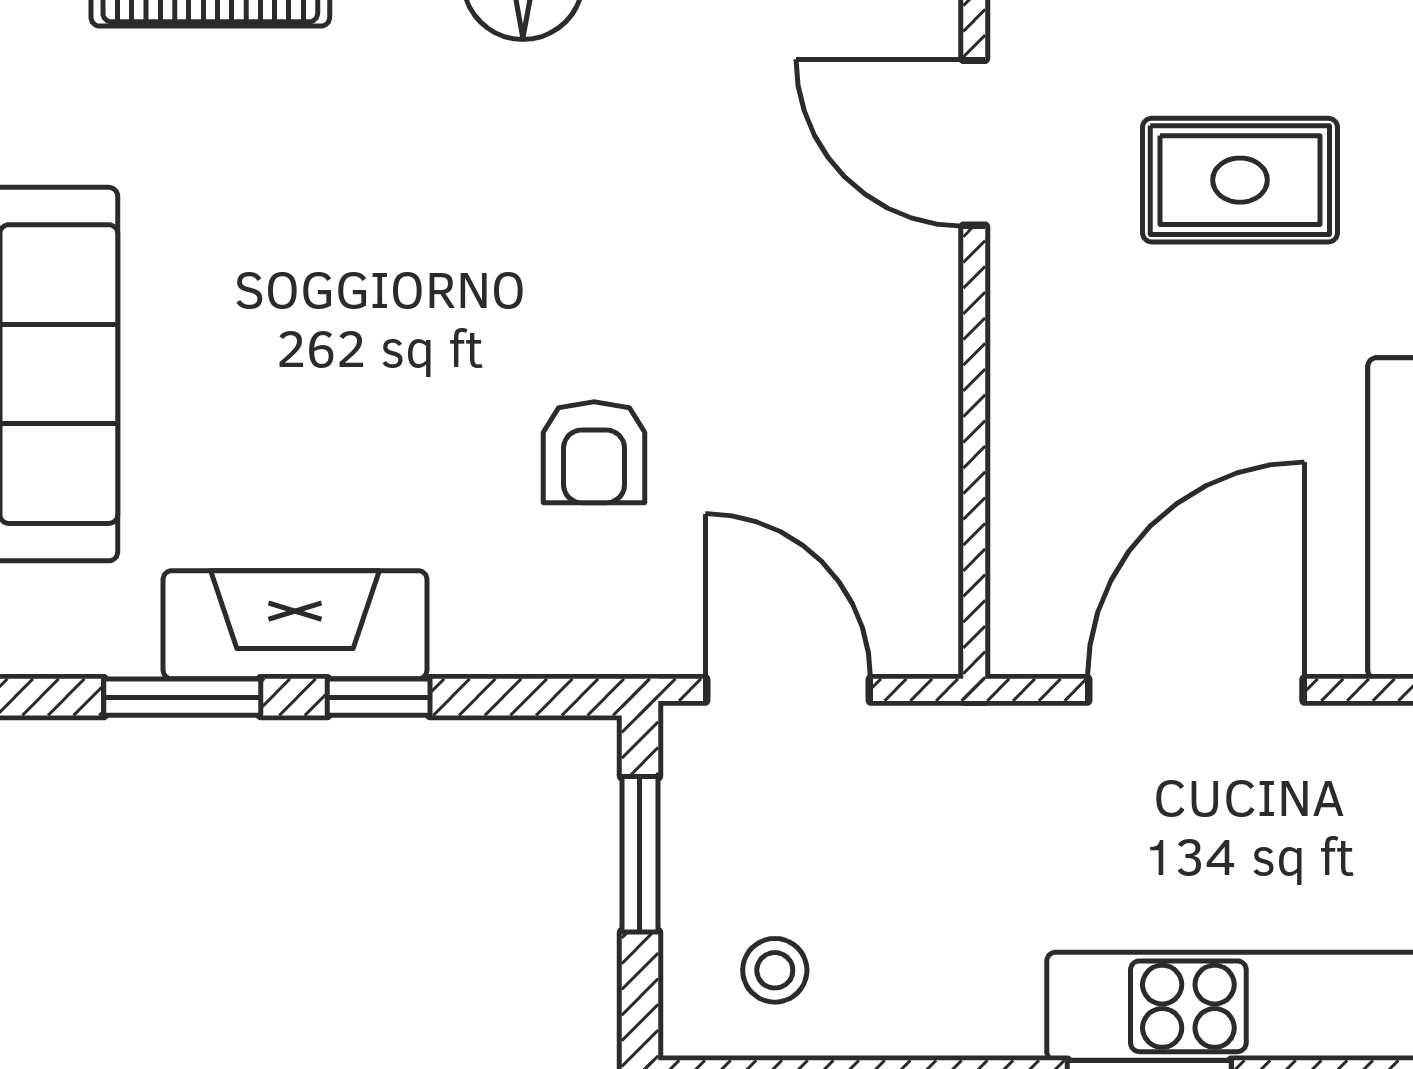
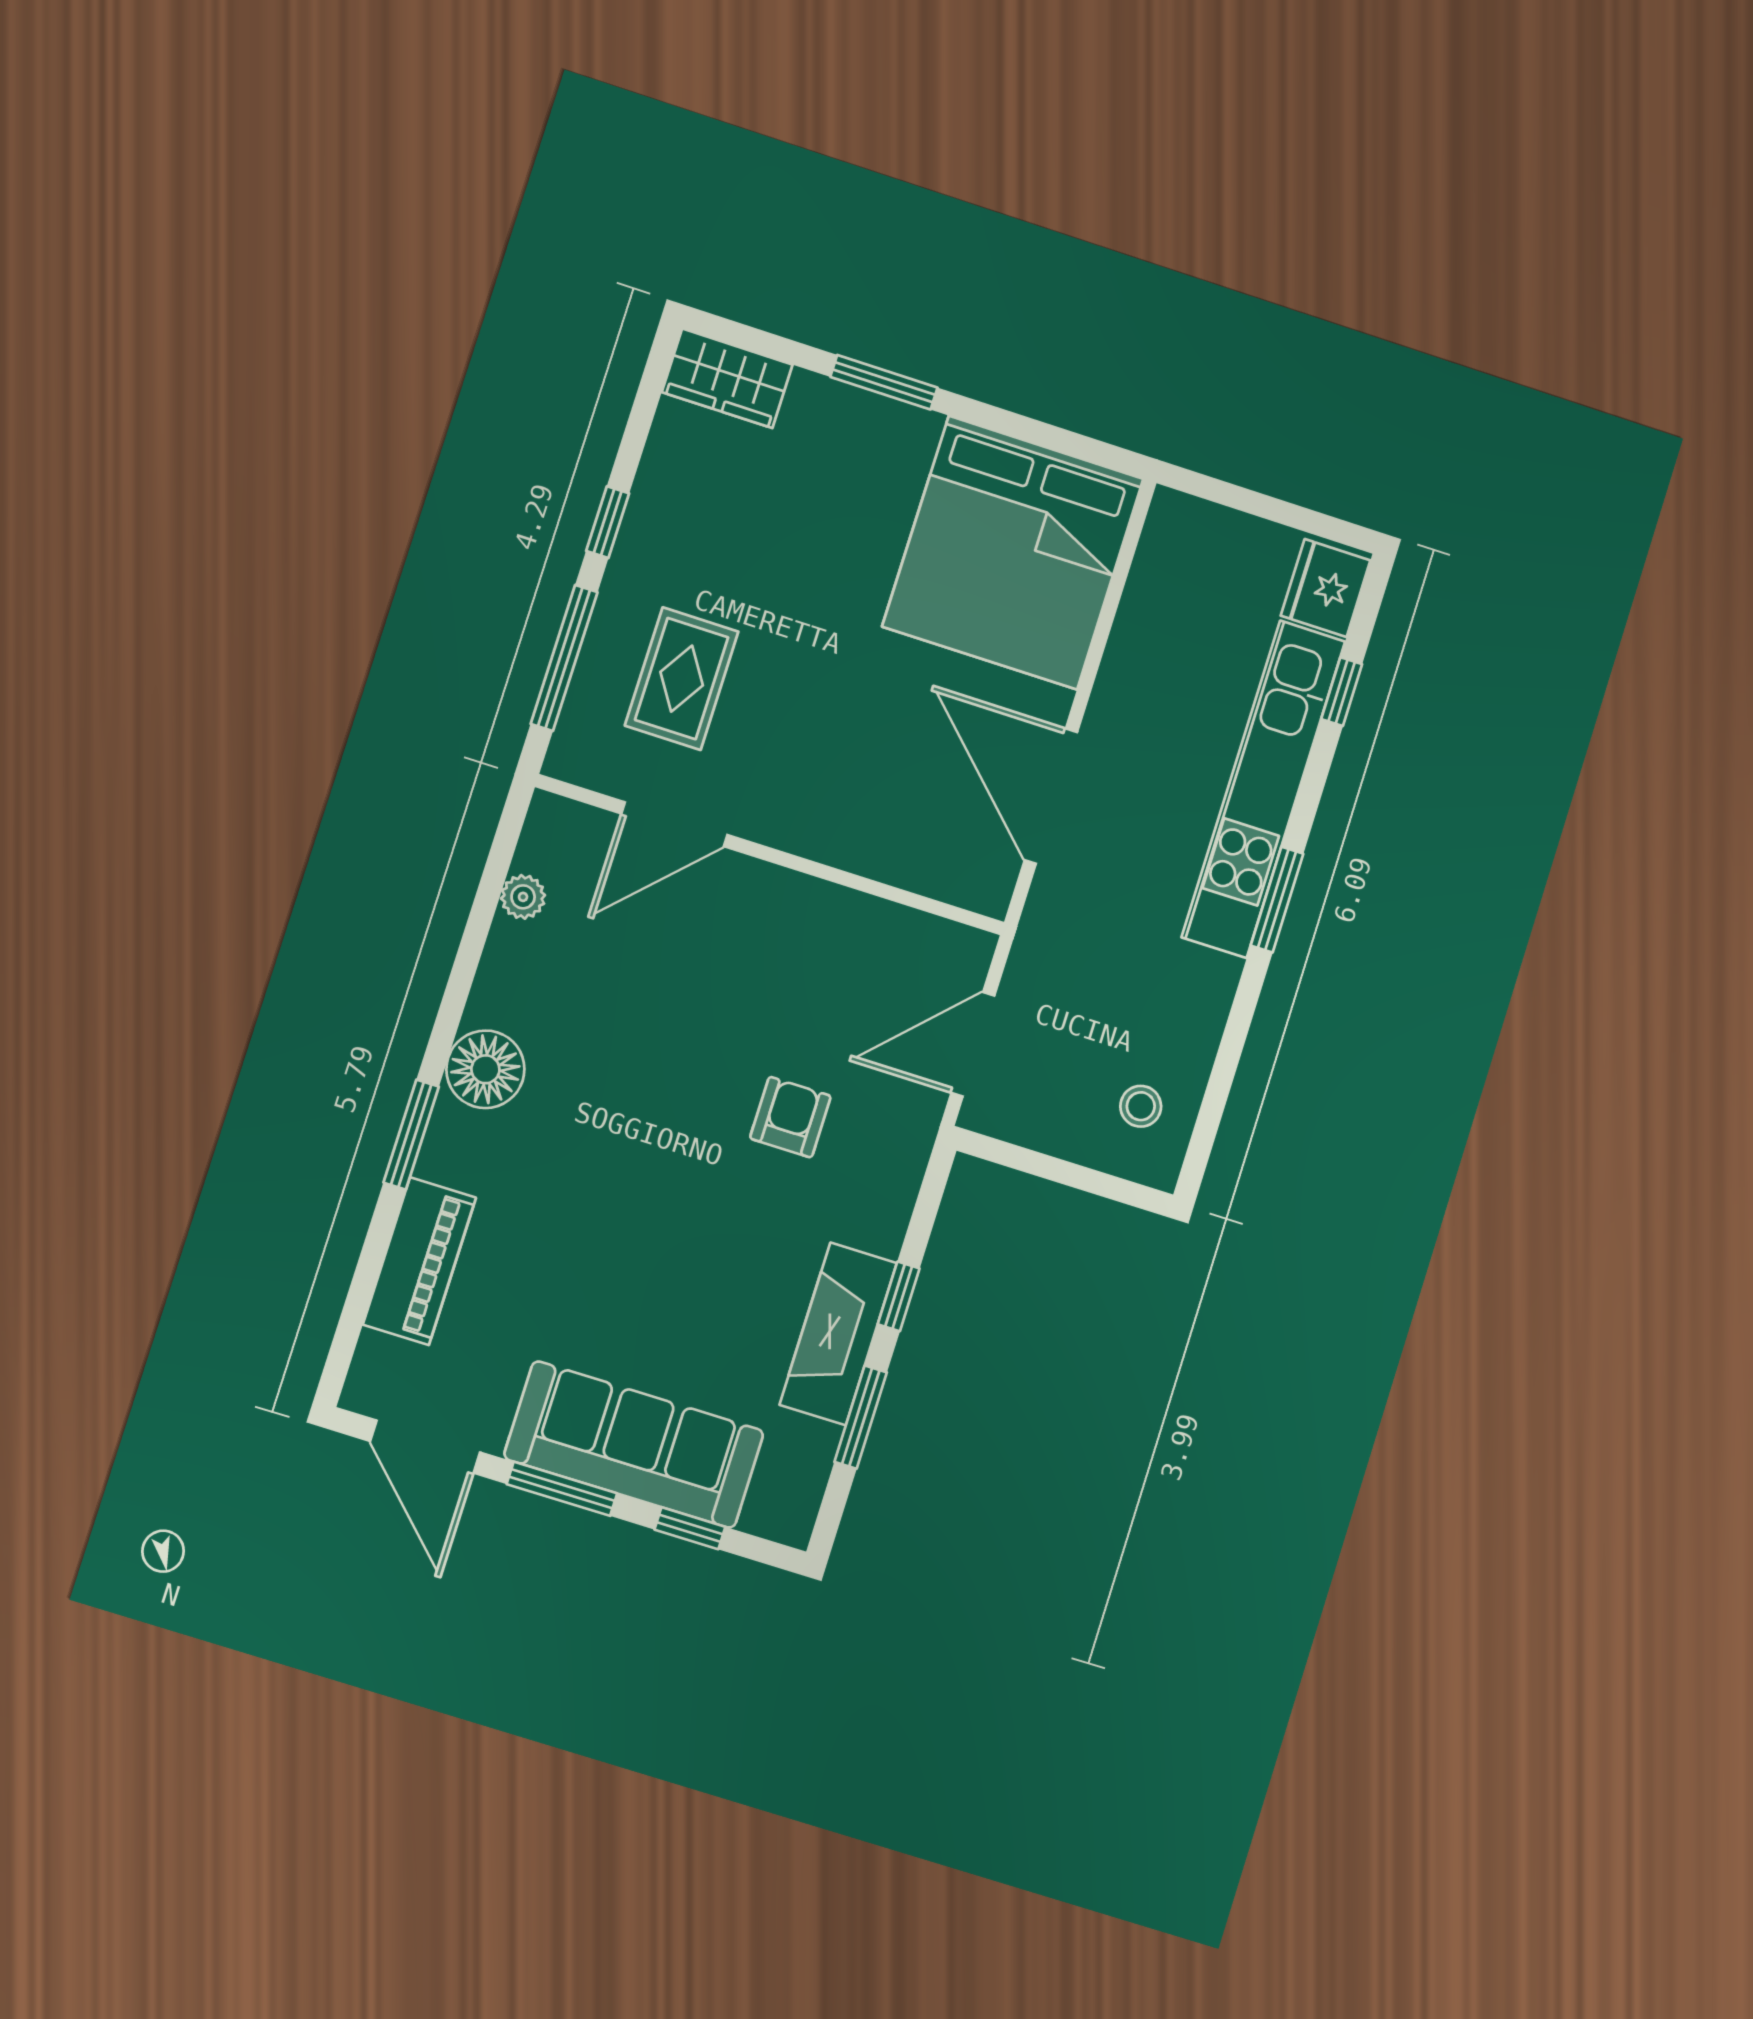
rug: (1240, 180) -> (682, 679), moved
armchair: (594, 452) -> (790, 1117), turned -90
window: (640, 854) -> (1045, 1166), removed

